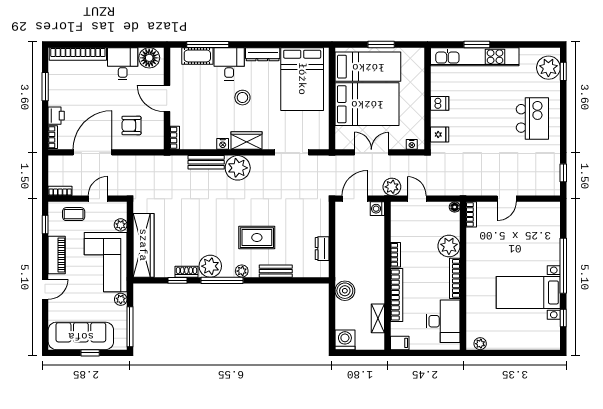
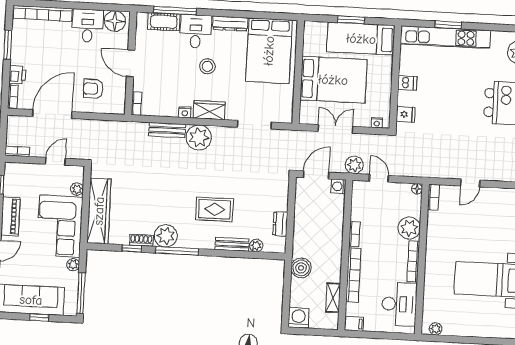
bed: (368, 67) -> (361, 39), moved, turned 180
coffee table: (74, 214) -> (30, 176), removed
plant: (242, 271) -> (256, 246), moved

